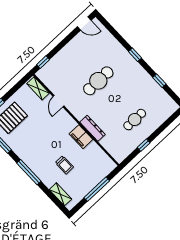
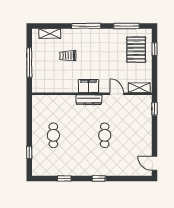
door: (84, 23) -> (154, 163), hinge flipped
cafe table: (98, 81) -> (105, 135), width x0.73, depth x0.74
dresser: (92, 128) -> (89, 100), moved
filing cabinet: (81, 137) -> (89, 86), moved
window: (144, 145) -> (29, 152), moved

